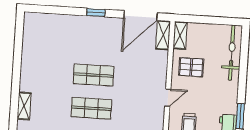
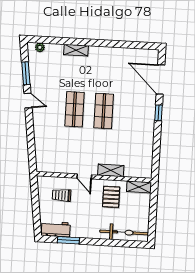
door: (141, 15) -> (160, 79), moved
shelving: (163, 35) -> (111, 170), moved

